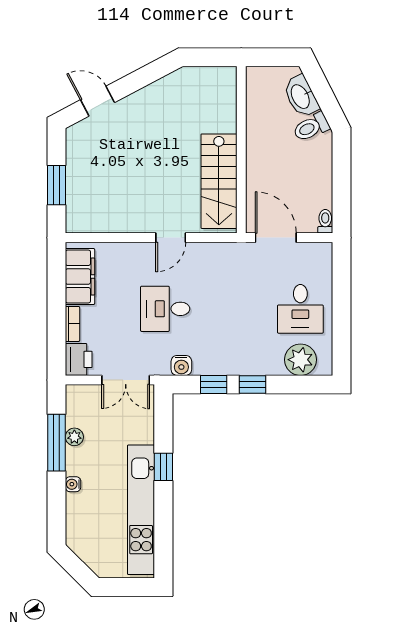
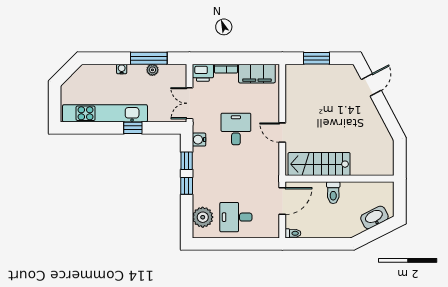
toilet: (311, 127) -> (333, 193), moved, turned -153

